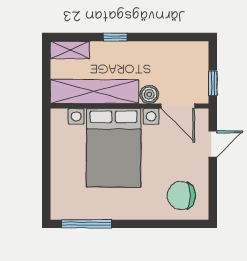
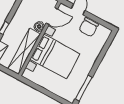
chair: (181, 196) -> (89, 27), moved

